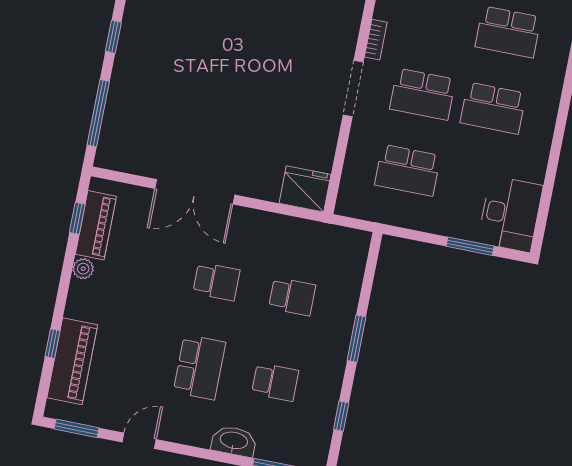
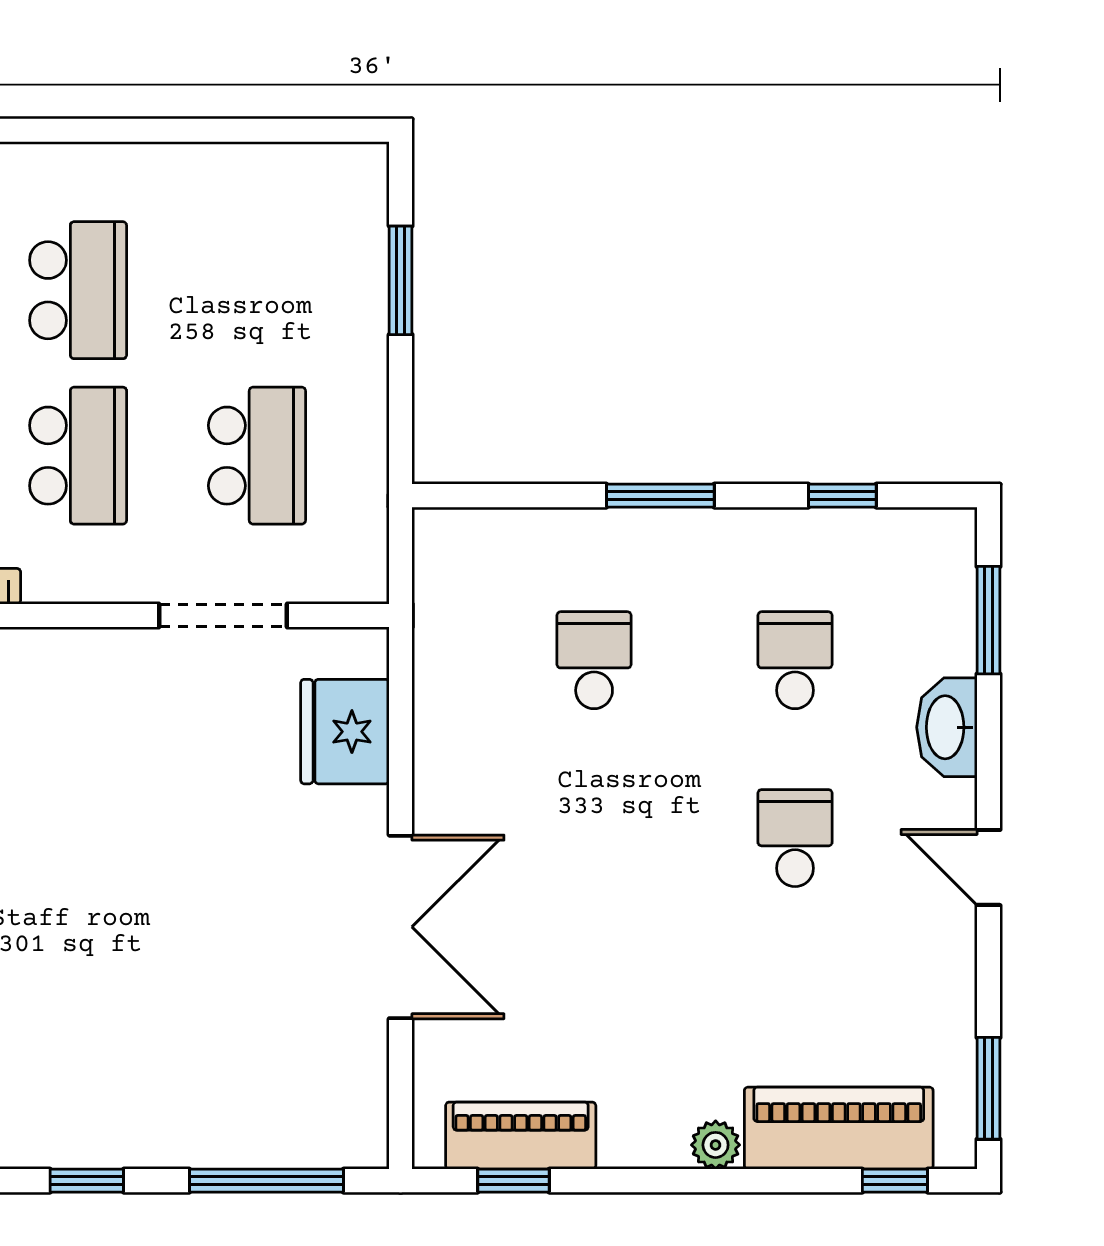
doorway: (353, 88) -> (223, 615), moved
fridge: (305, 189) -> (345, 732), moved
desk: (510, 214) -> (310, 204), removed
plant: (83, 269) -> (716, 1145), moved
school desk: (216, 282) -> (594, 838), removed
window: (53, 344) -> (895, 1181), moved
school desk: (199, 367) -> (795, 838), width x0.54
door: (139, 441) -> (989, 867), moved

